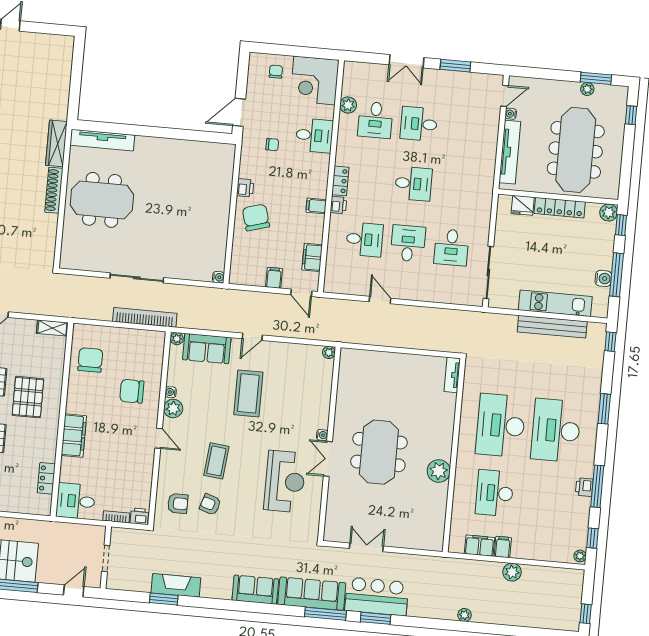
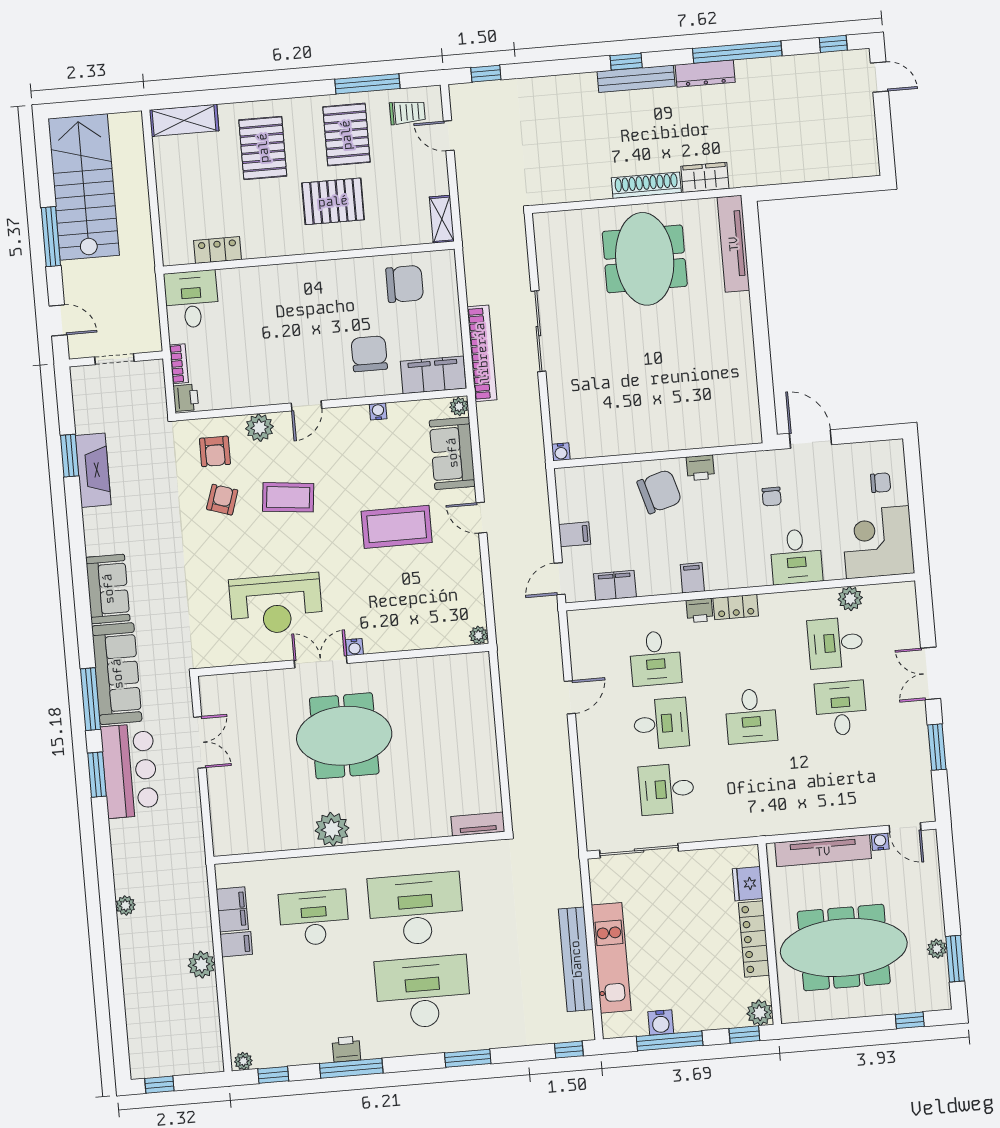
wardrobe: (56, 143) -> (705, 177), width x0.67
plant: (173, 408) -> (260, 428), moved
filing cabinet: (74, 436) -> (433, 375), moved, turned 180

